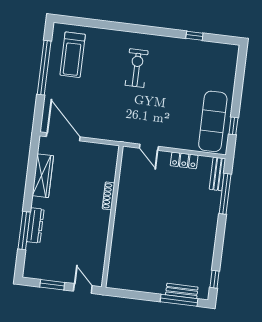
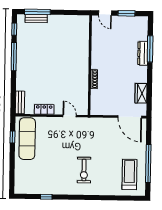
wardrobe: (43, 176) -> (141, 93), width x0.67
window: (225, 194) -> (14, 57), moved

